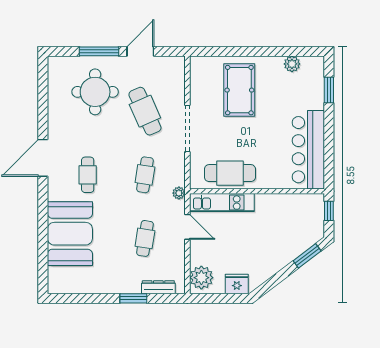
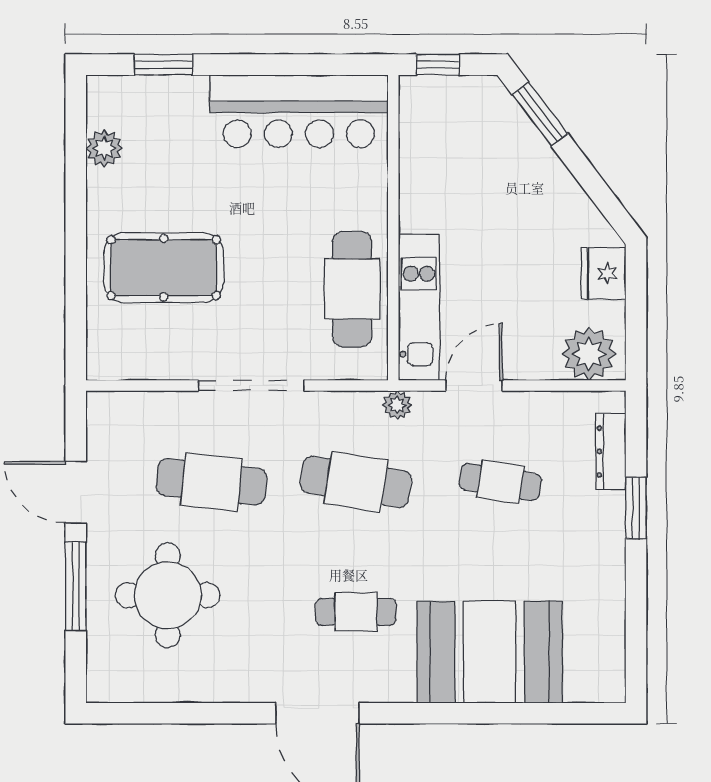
cafe table: (145, 111) -> (211, 482), turned 30
cafe table: (145, 175) -> (356, 482), width x1.37, depth x1.35

